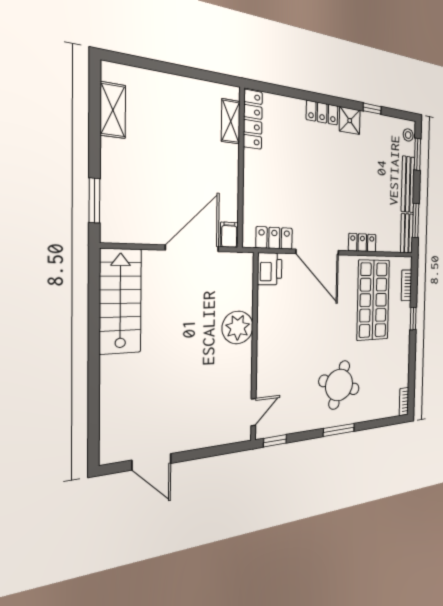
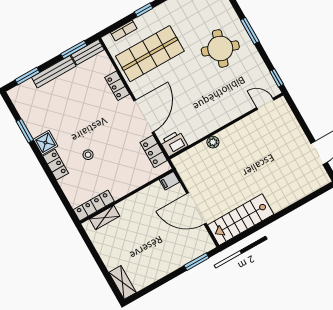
window: (372, 109) -> (25, 131), width x1.50
shelving: (113, 110) -> (122, 282), moved, turned 90
stool: (408, 135) -> (88, 155), moved
door: (192, 248) -> (196, 209), moved
plant: (238, 327) -> (213, 142), width x0.53, depth x0.53

